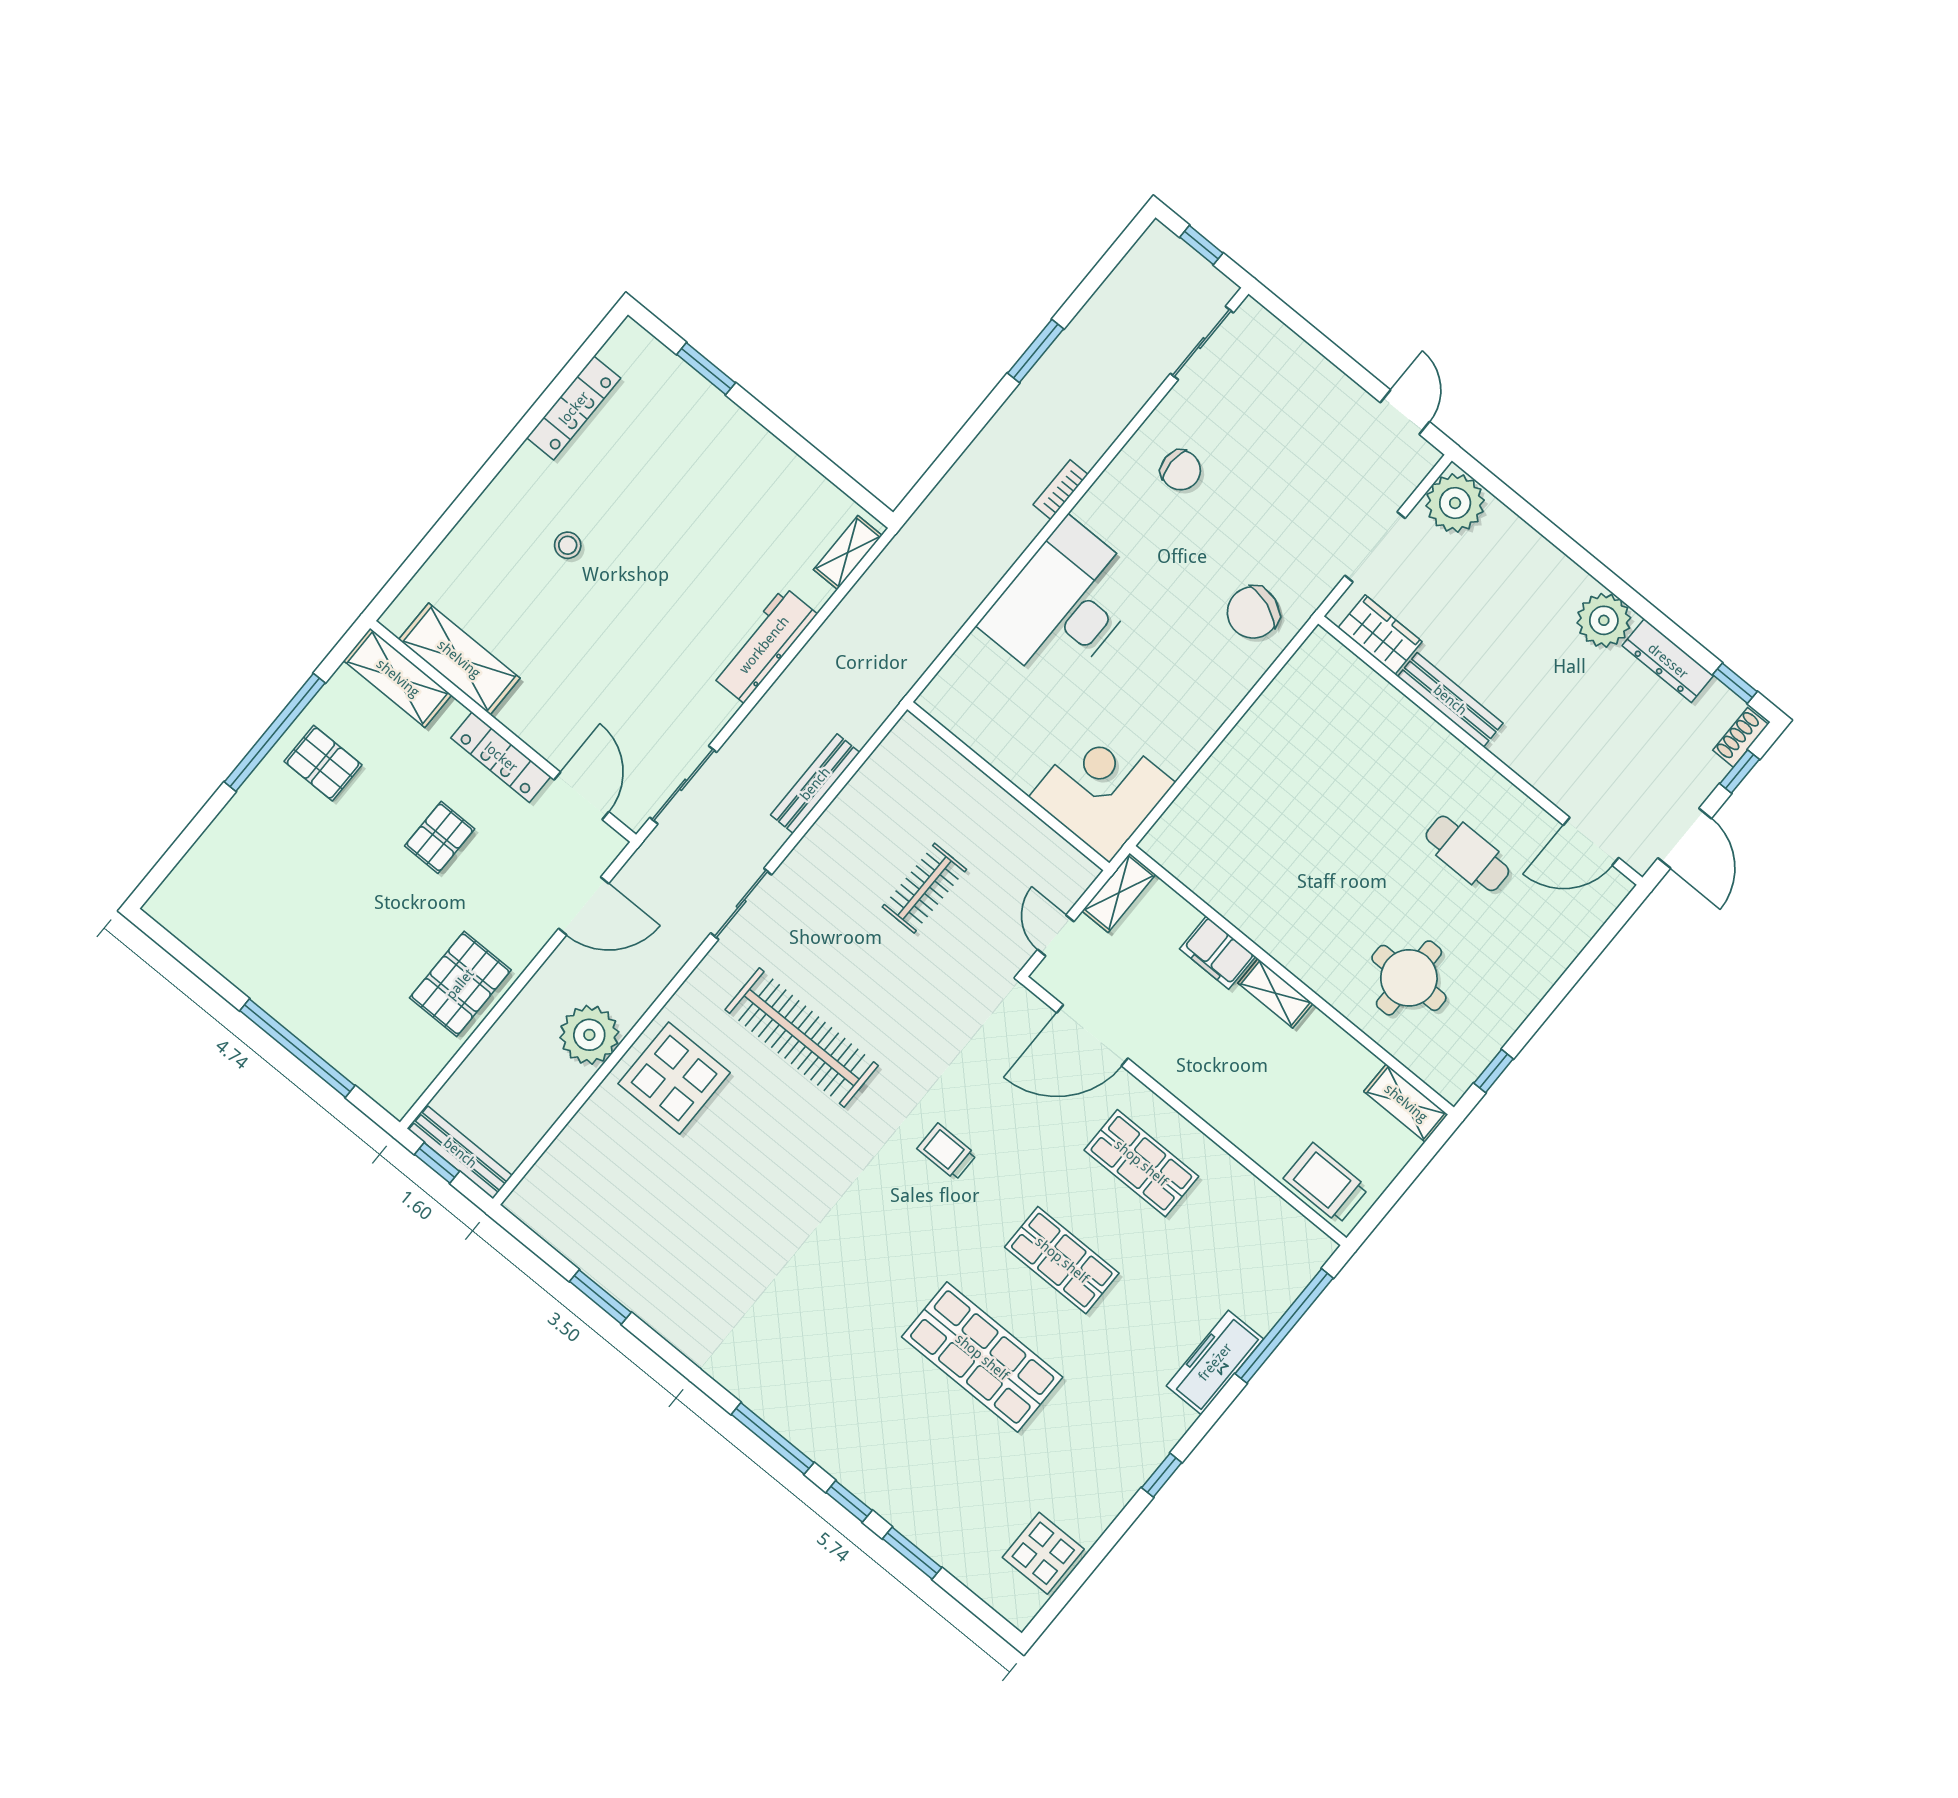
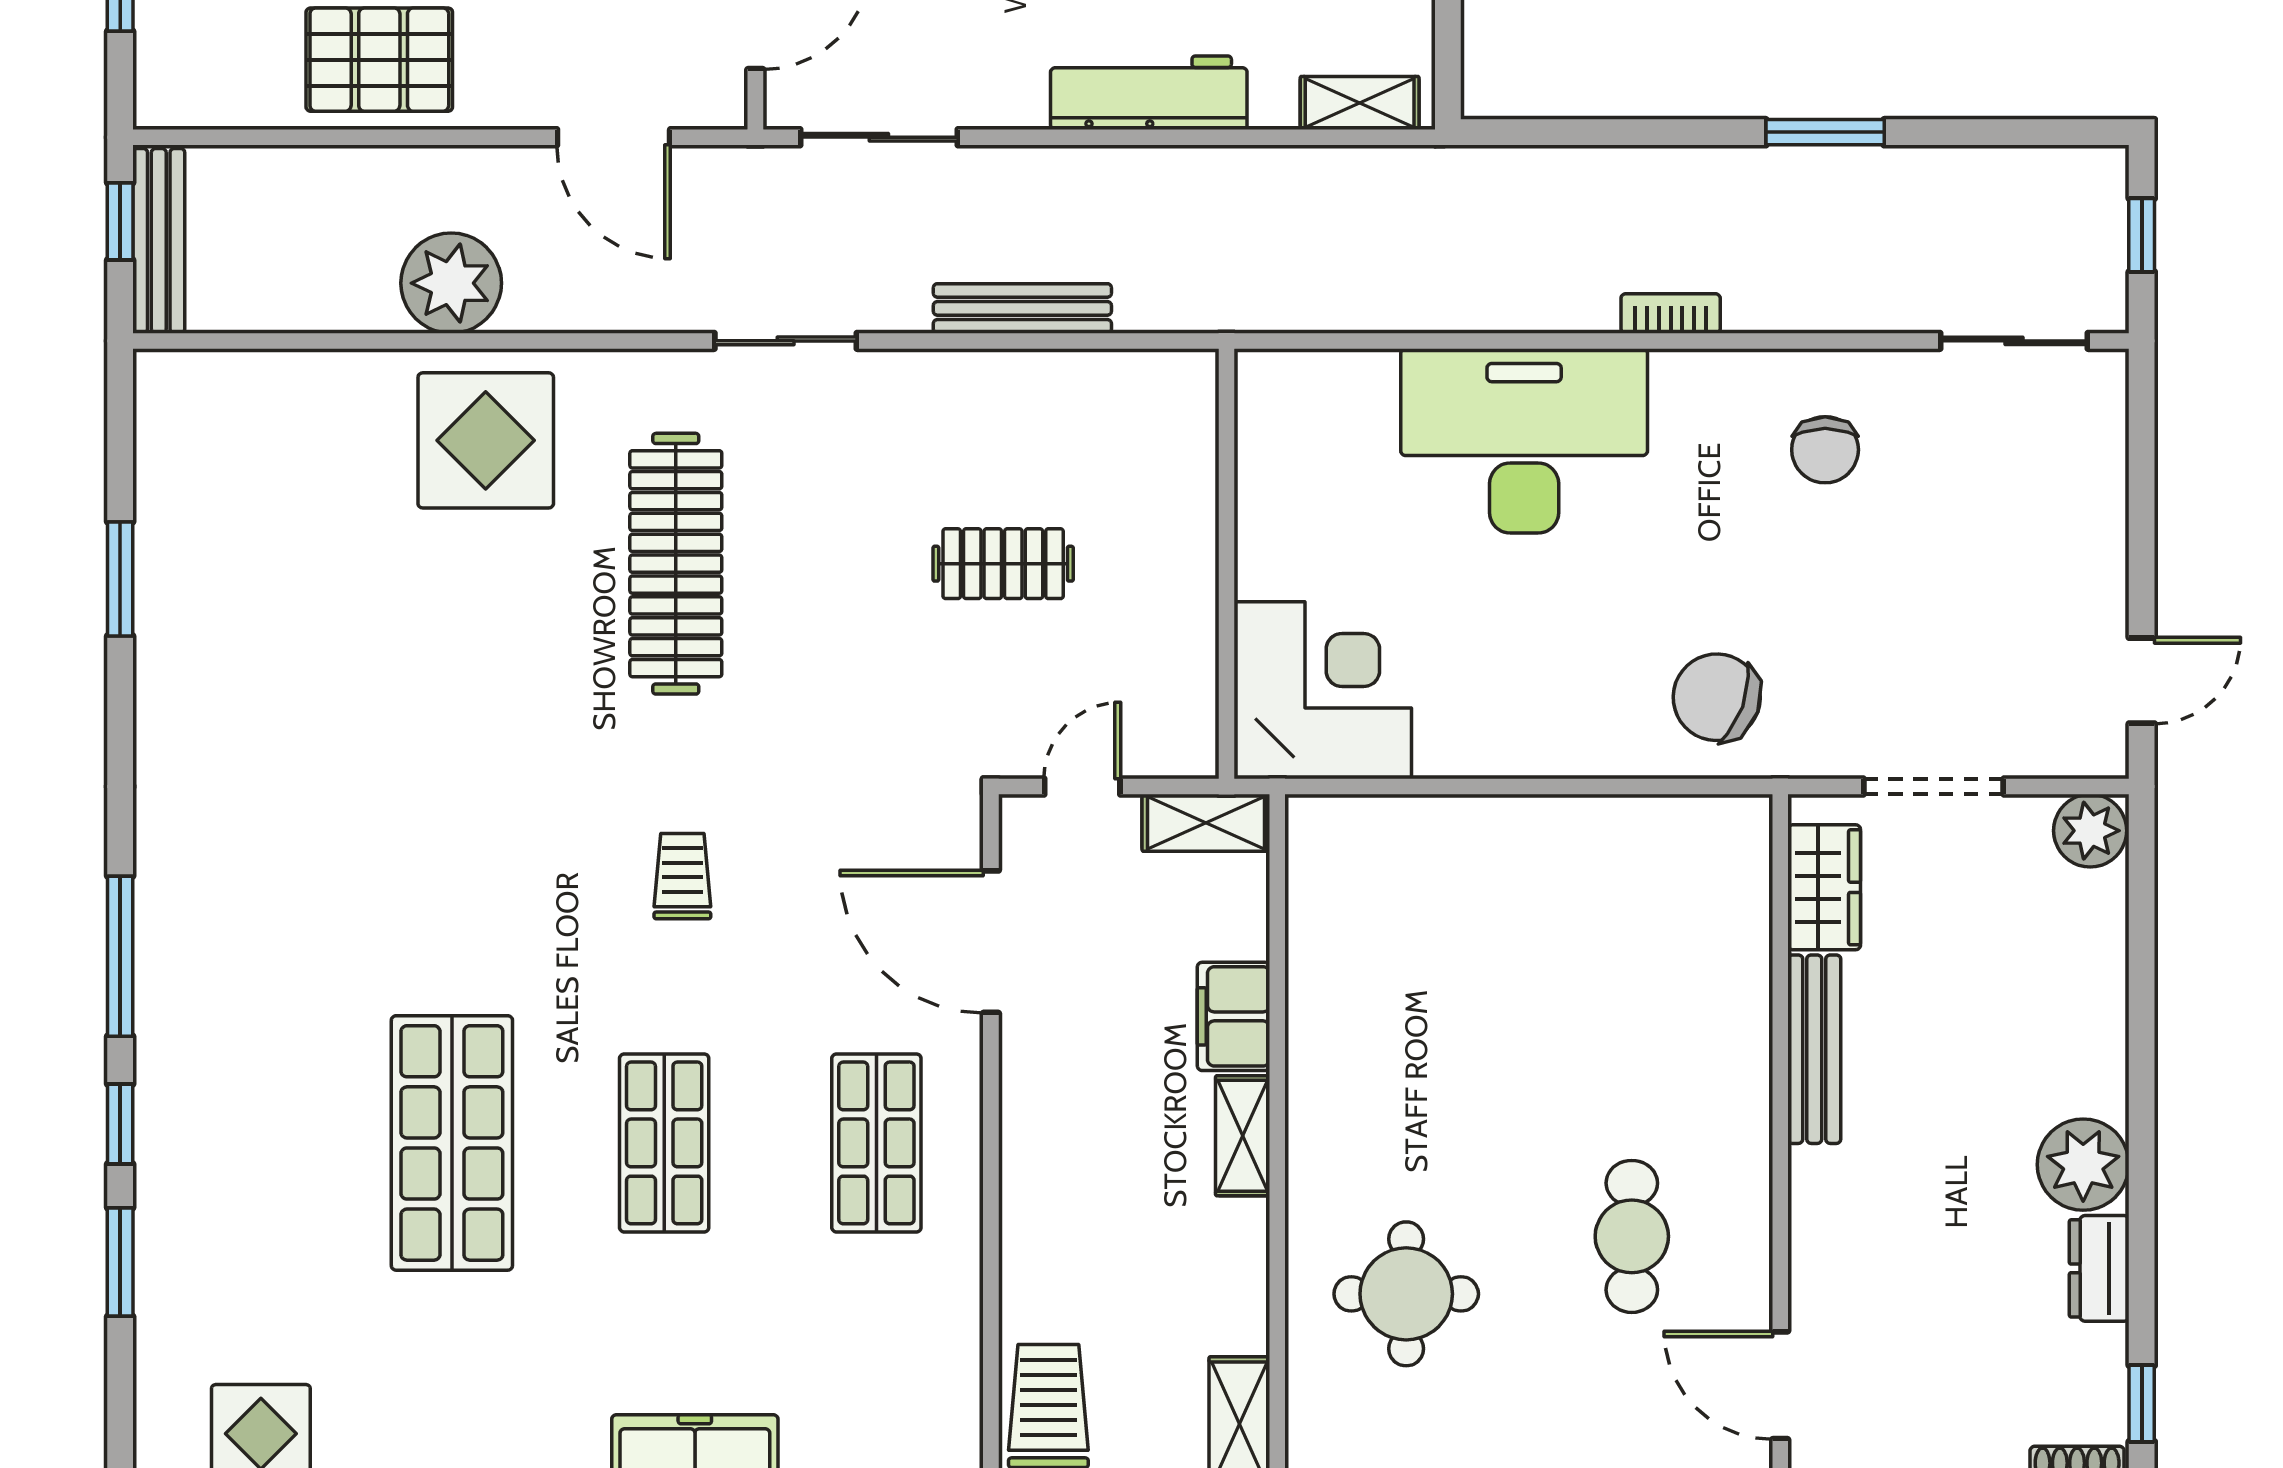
plant: (1455, 503) -> (2090, 831), width x0.73, depth x0.73
dresser: (1668, 661) -> (2099, 1268), width x0.70

